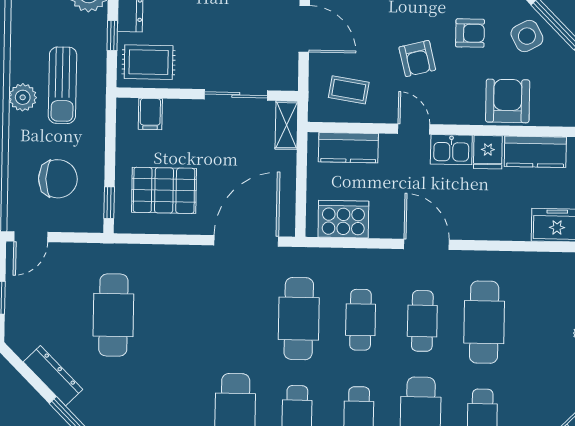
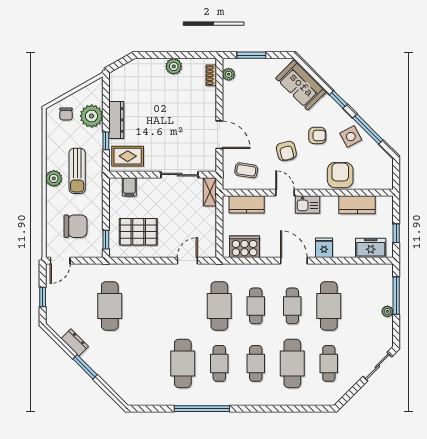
fridge: (488, 152) -> (324, 248), moved, turned 180
door: (246, 241) -> (187, 261), width x0.53
dresser: (53, 376) -> (75, 342), width x0.70

